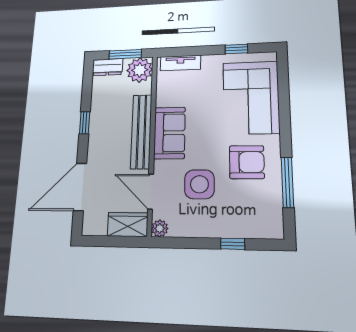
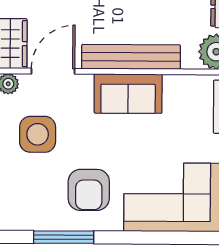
side table: (199, 184) -> (38, 134), moved

